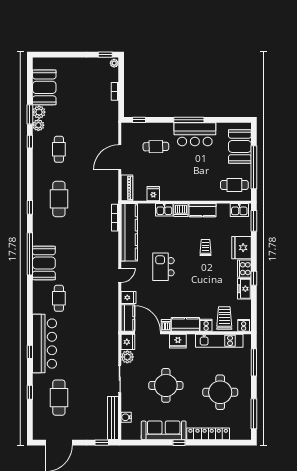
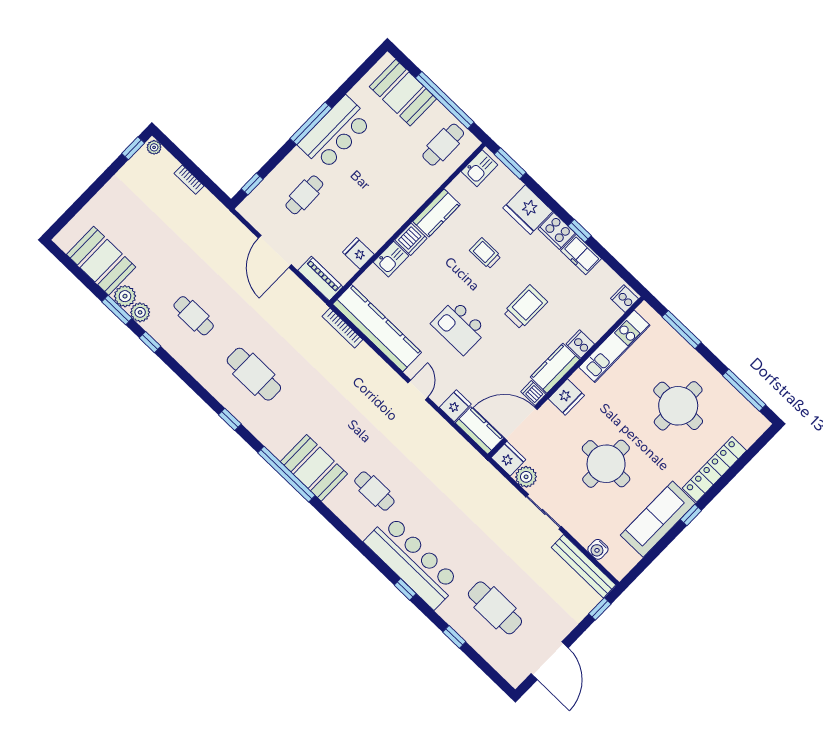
trolley: (224, 318) -> (525, 307), moved, turned 90

